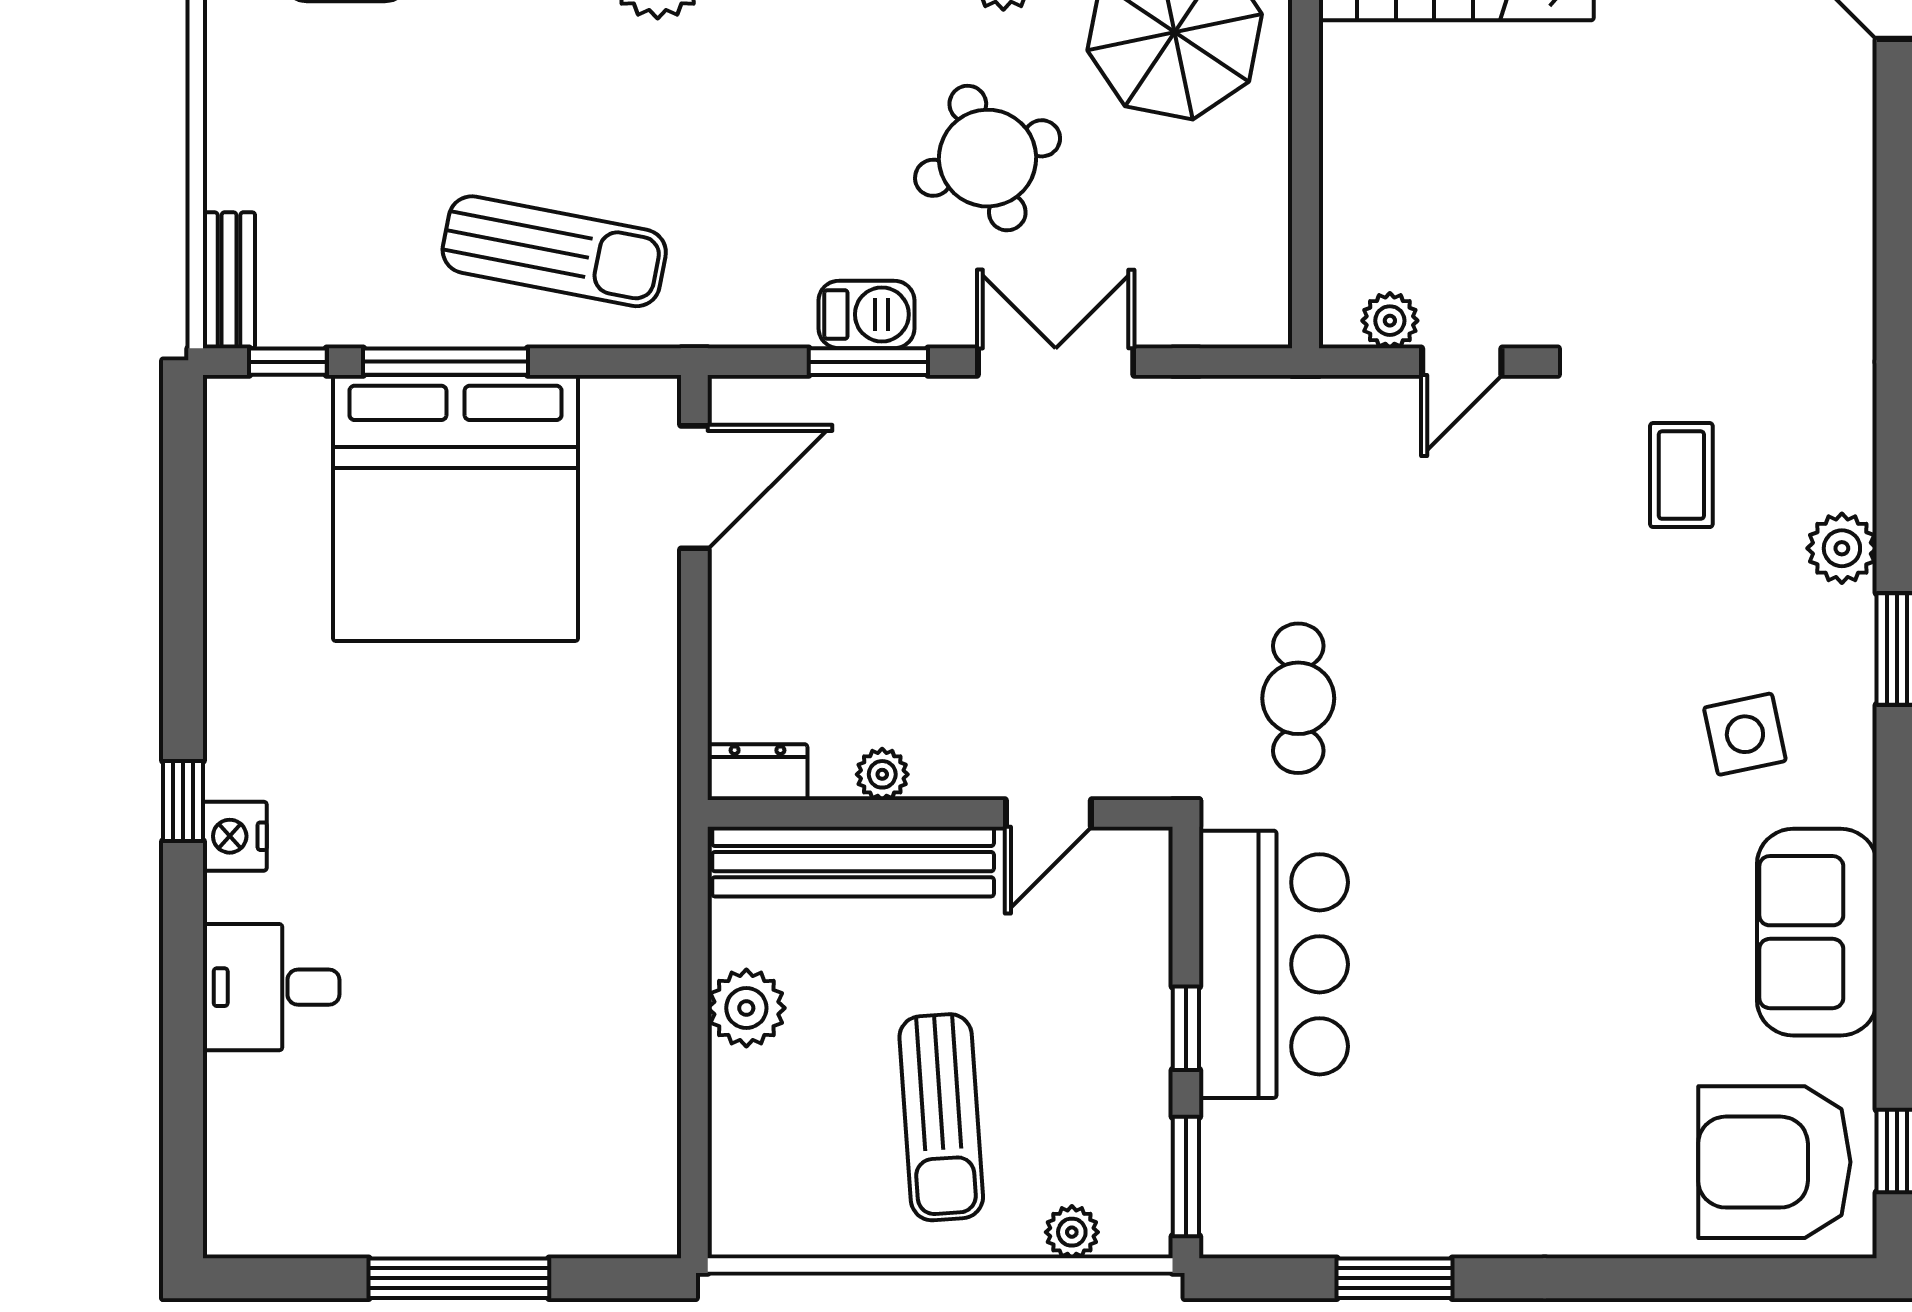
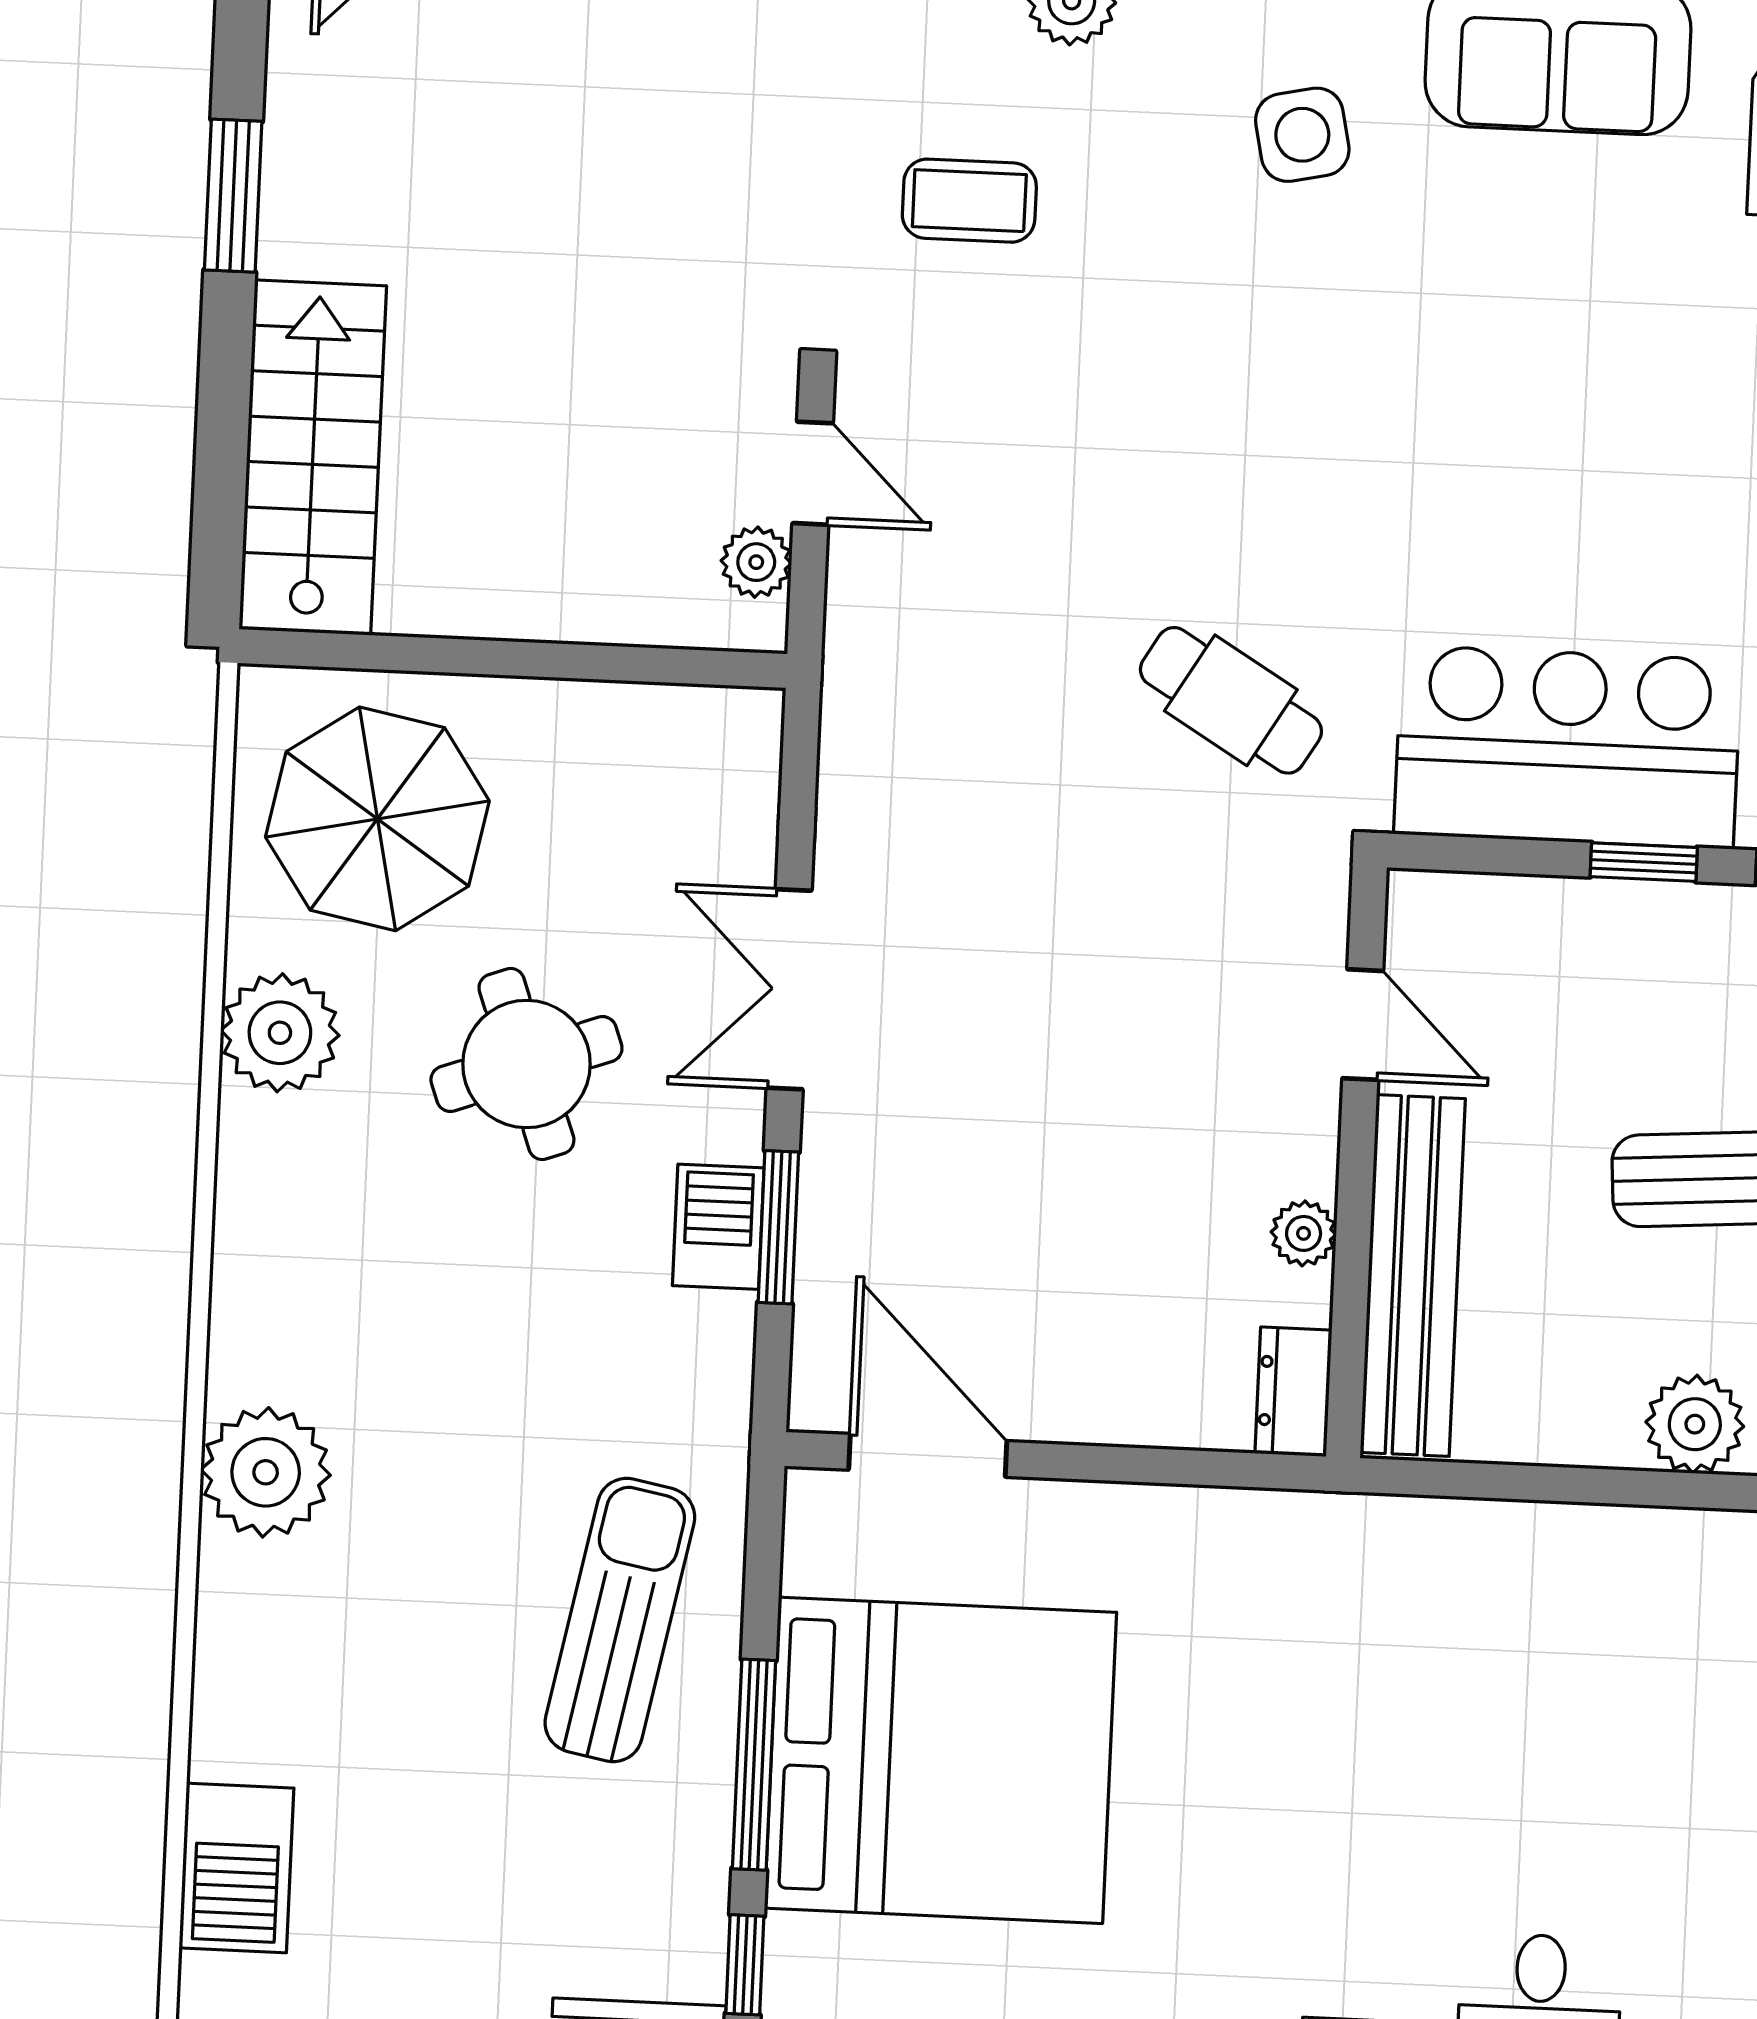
cafe table: (1298, 698) -> (1231, 700), turned 31
plant: (746, 1008) -> (1695, 1424), moved

